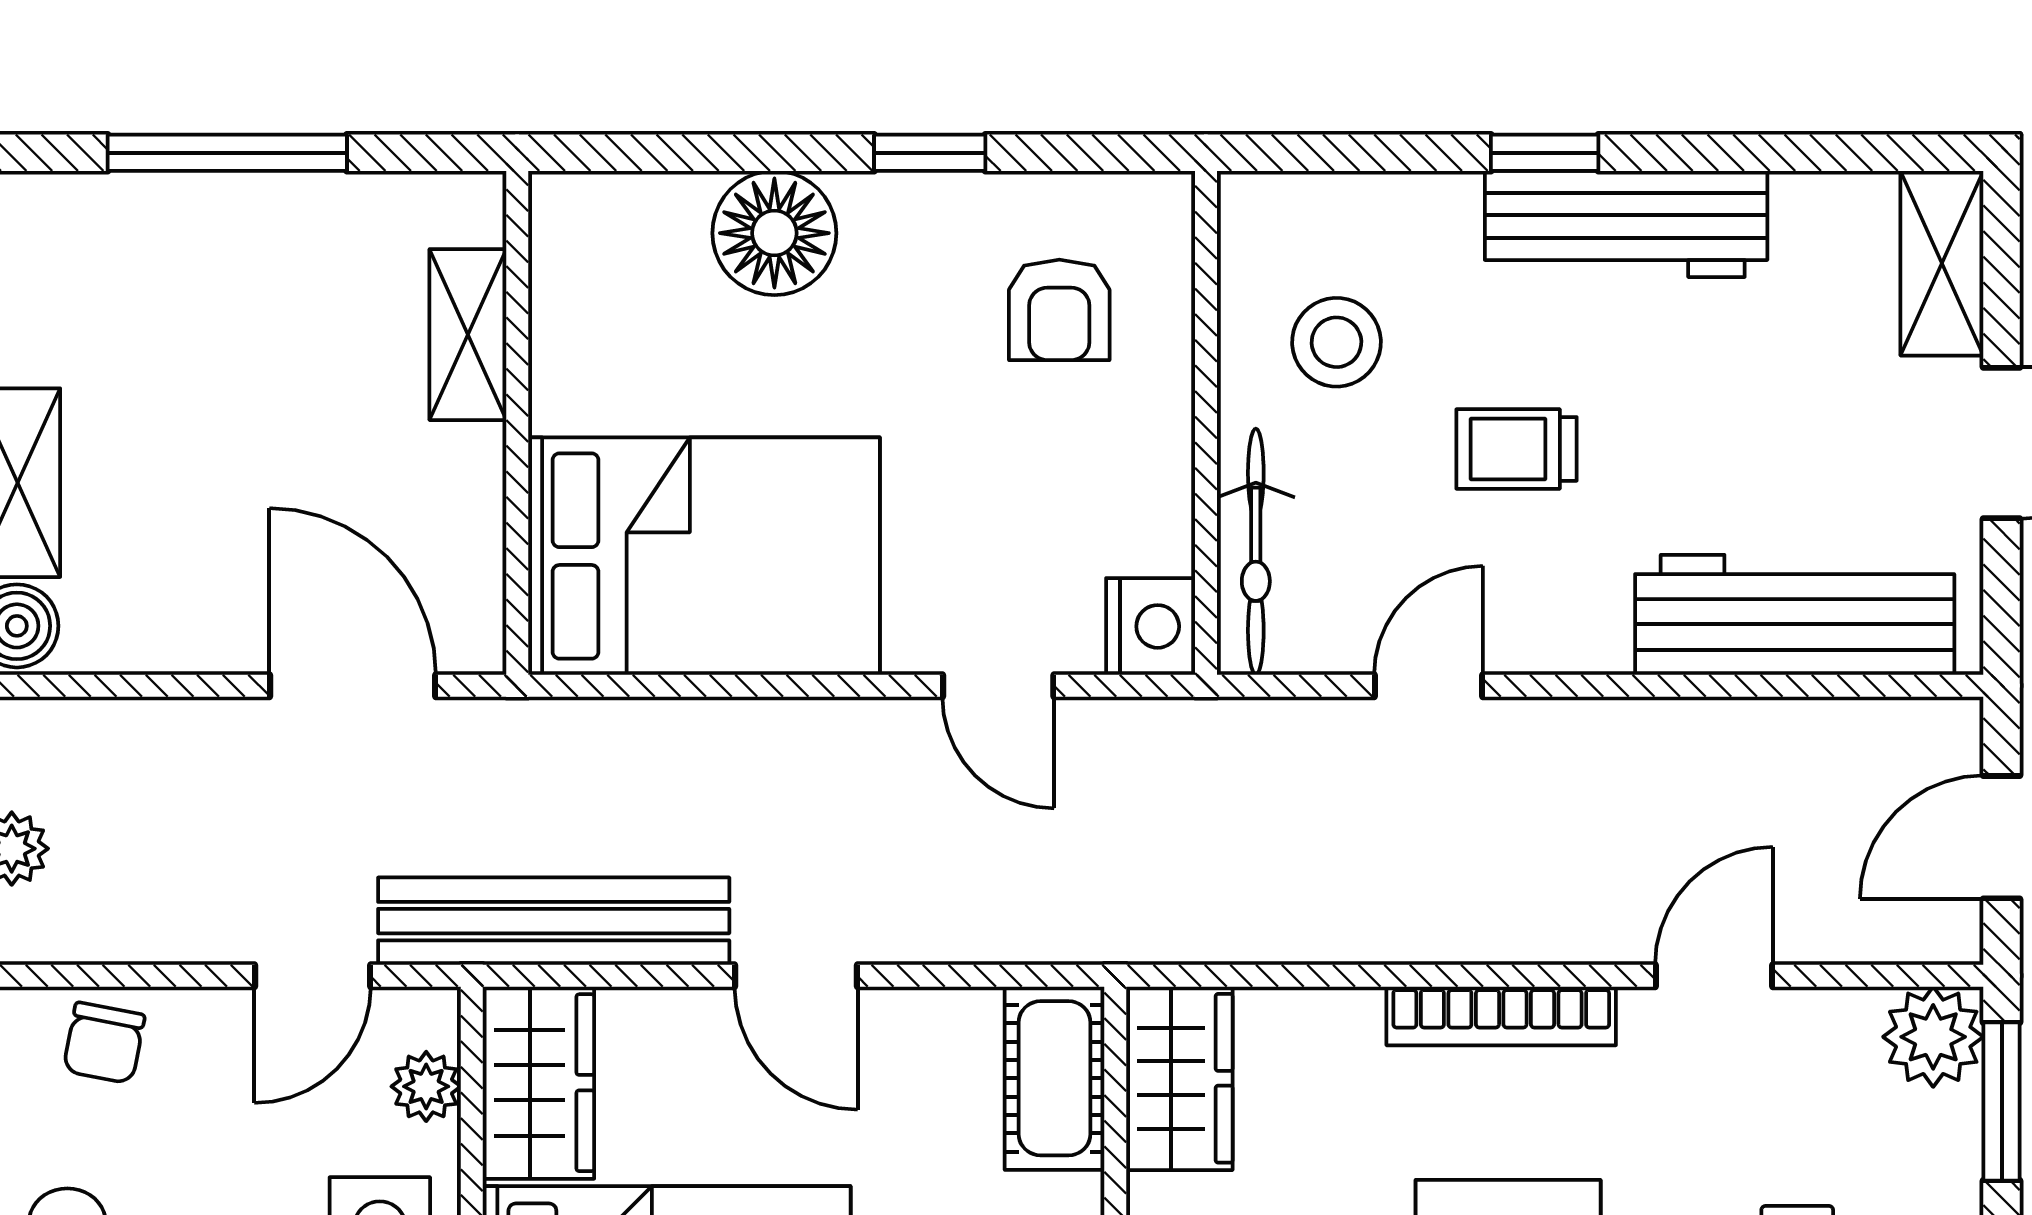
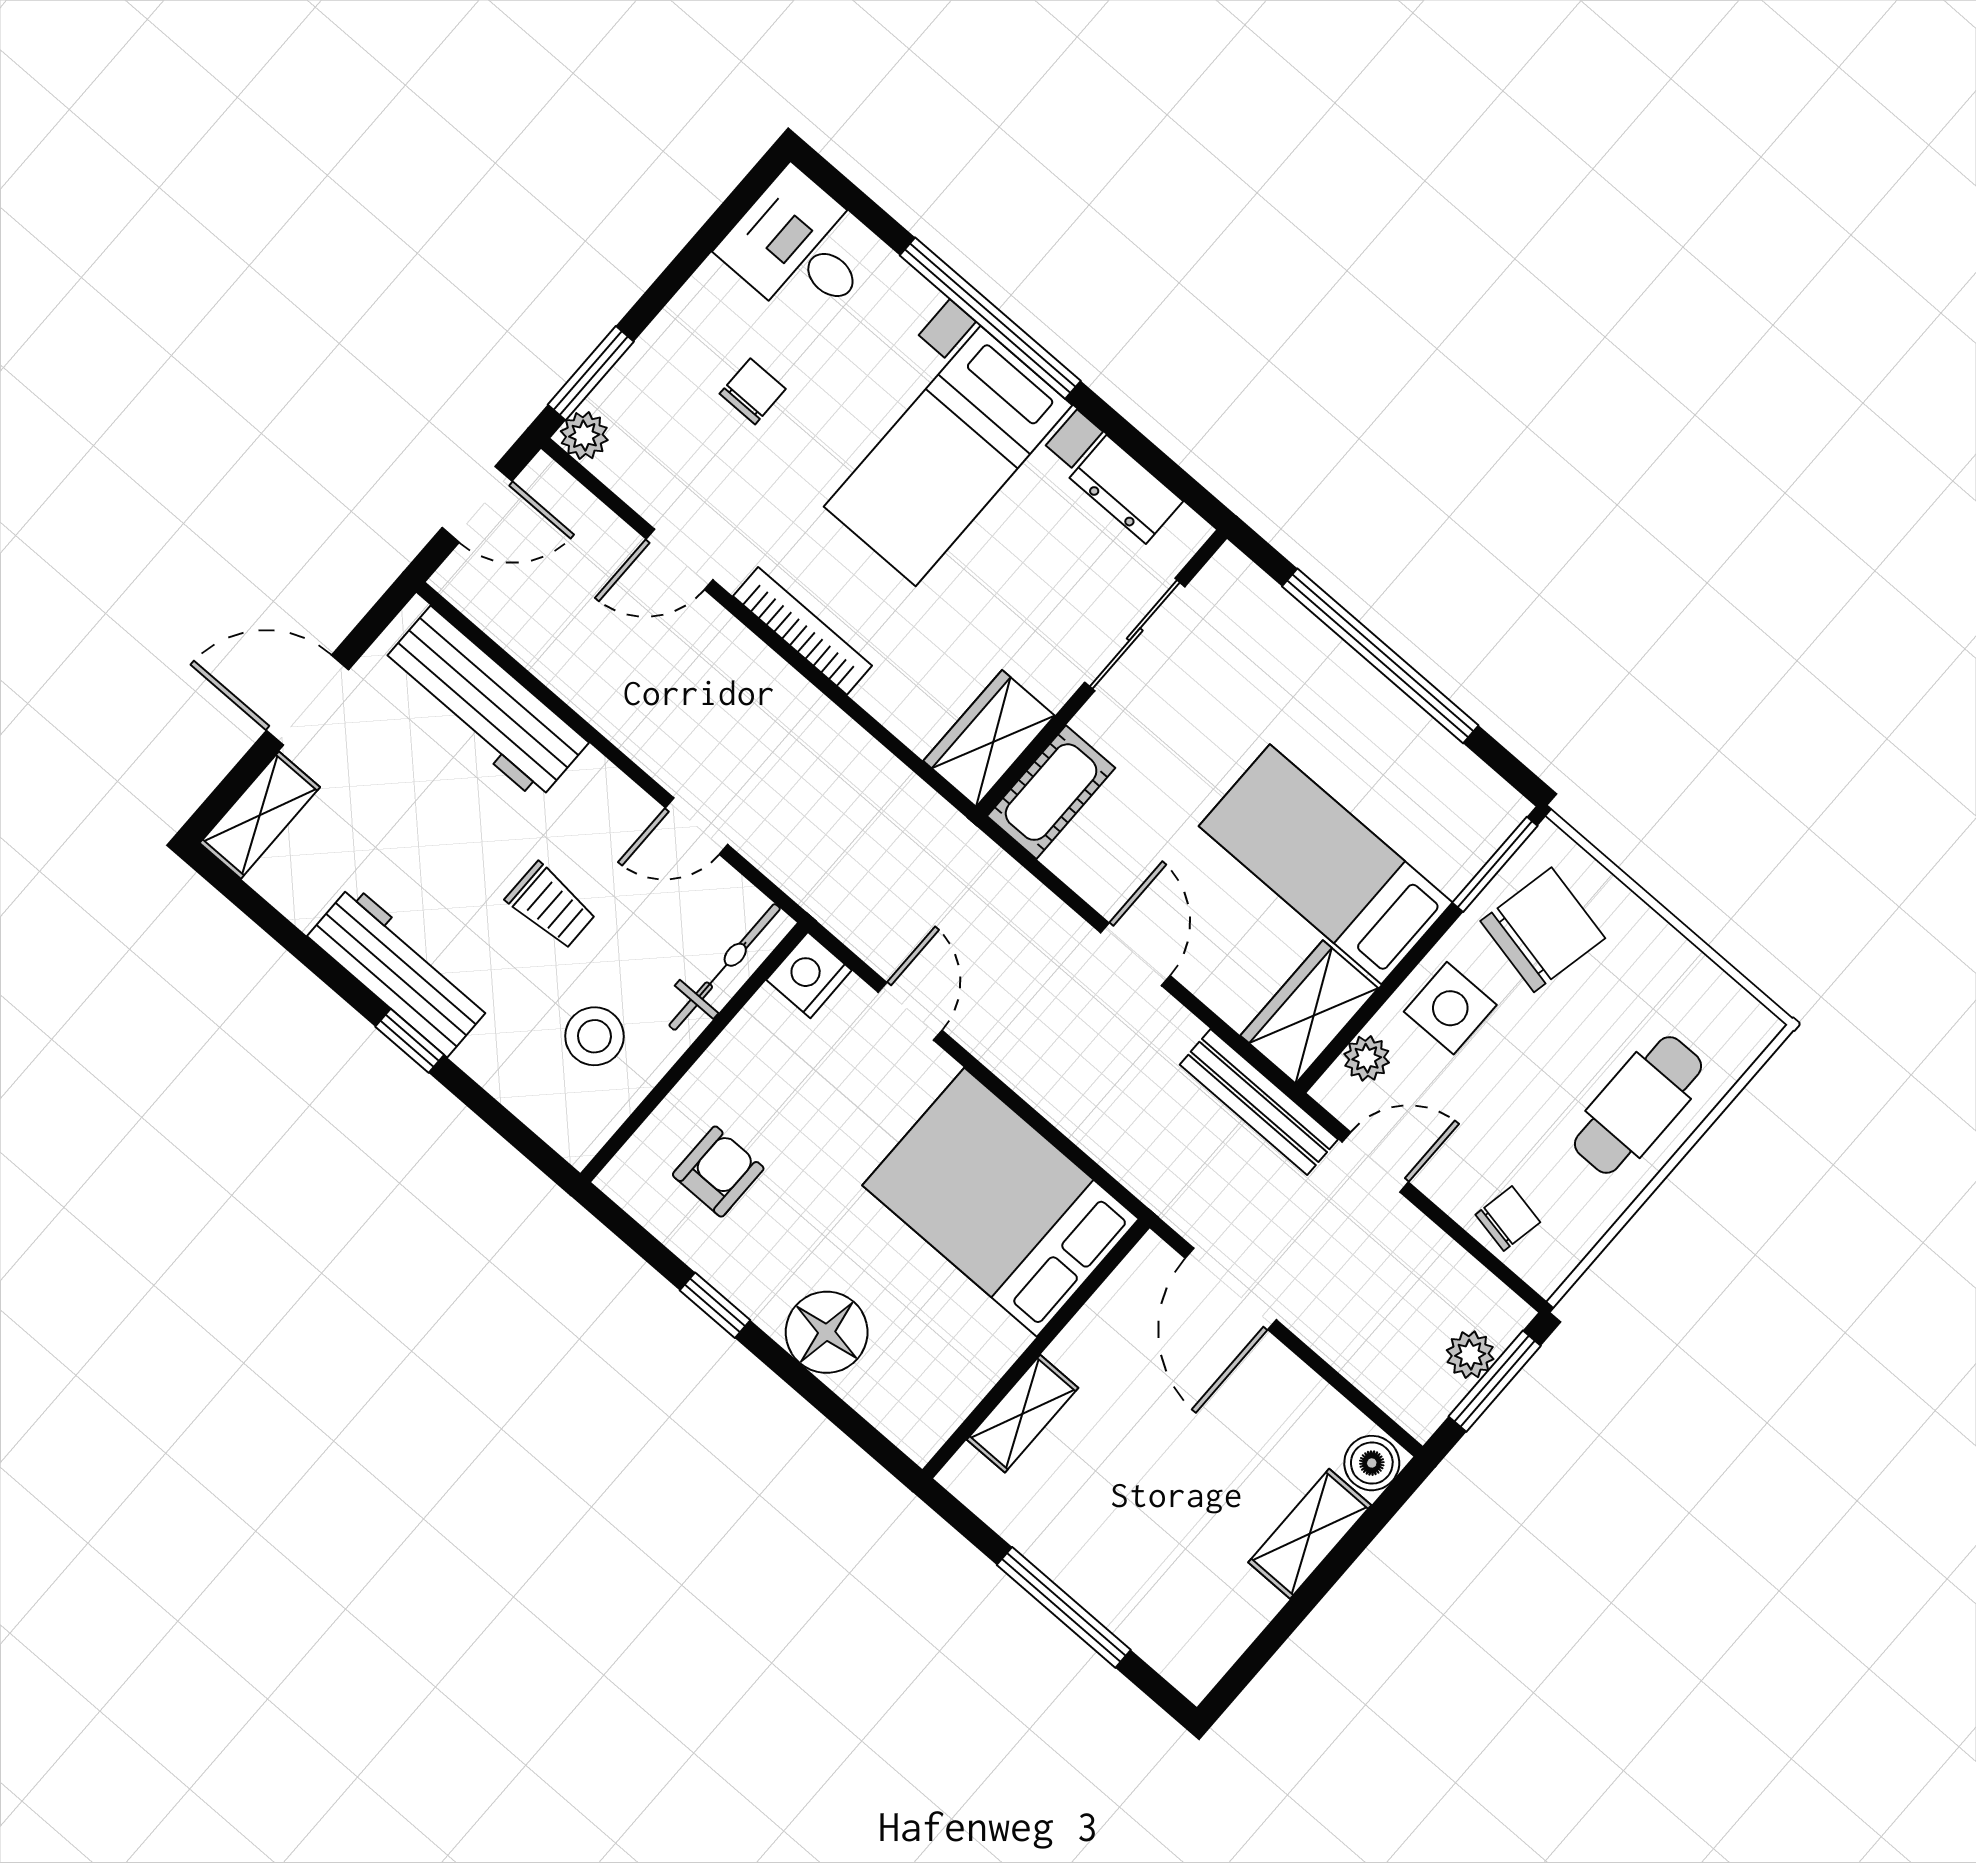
bench: (554, 921) -> (1259, 1102), width x0.73, depth x0.82
plant: (1933, 1037) -> (584, 436), width x0.73, depth x0.73

